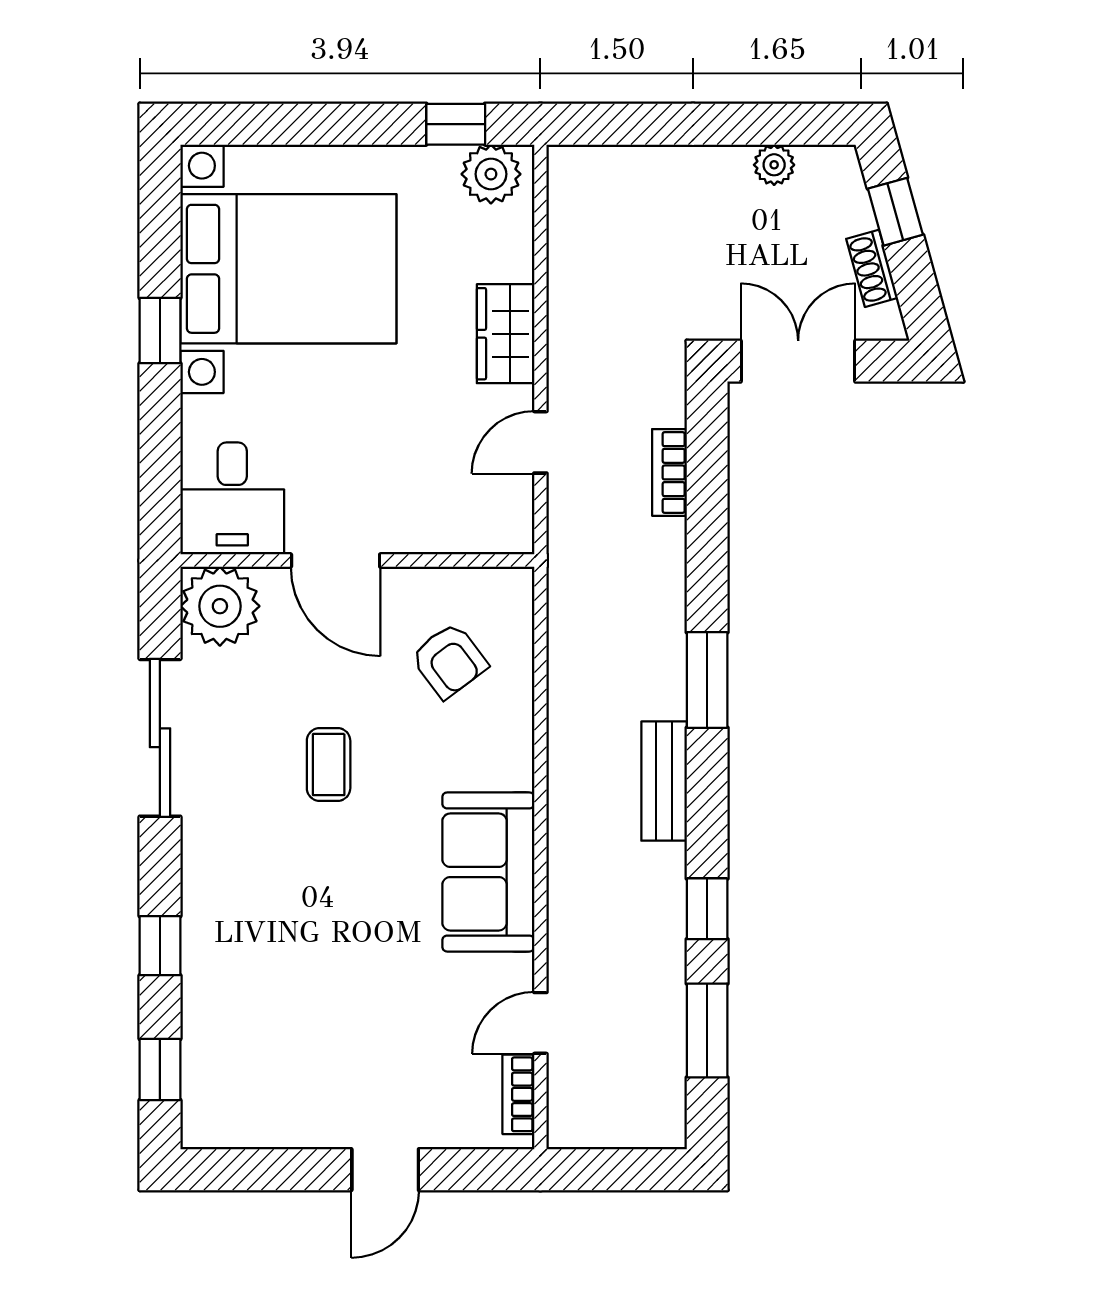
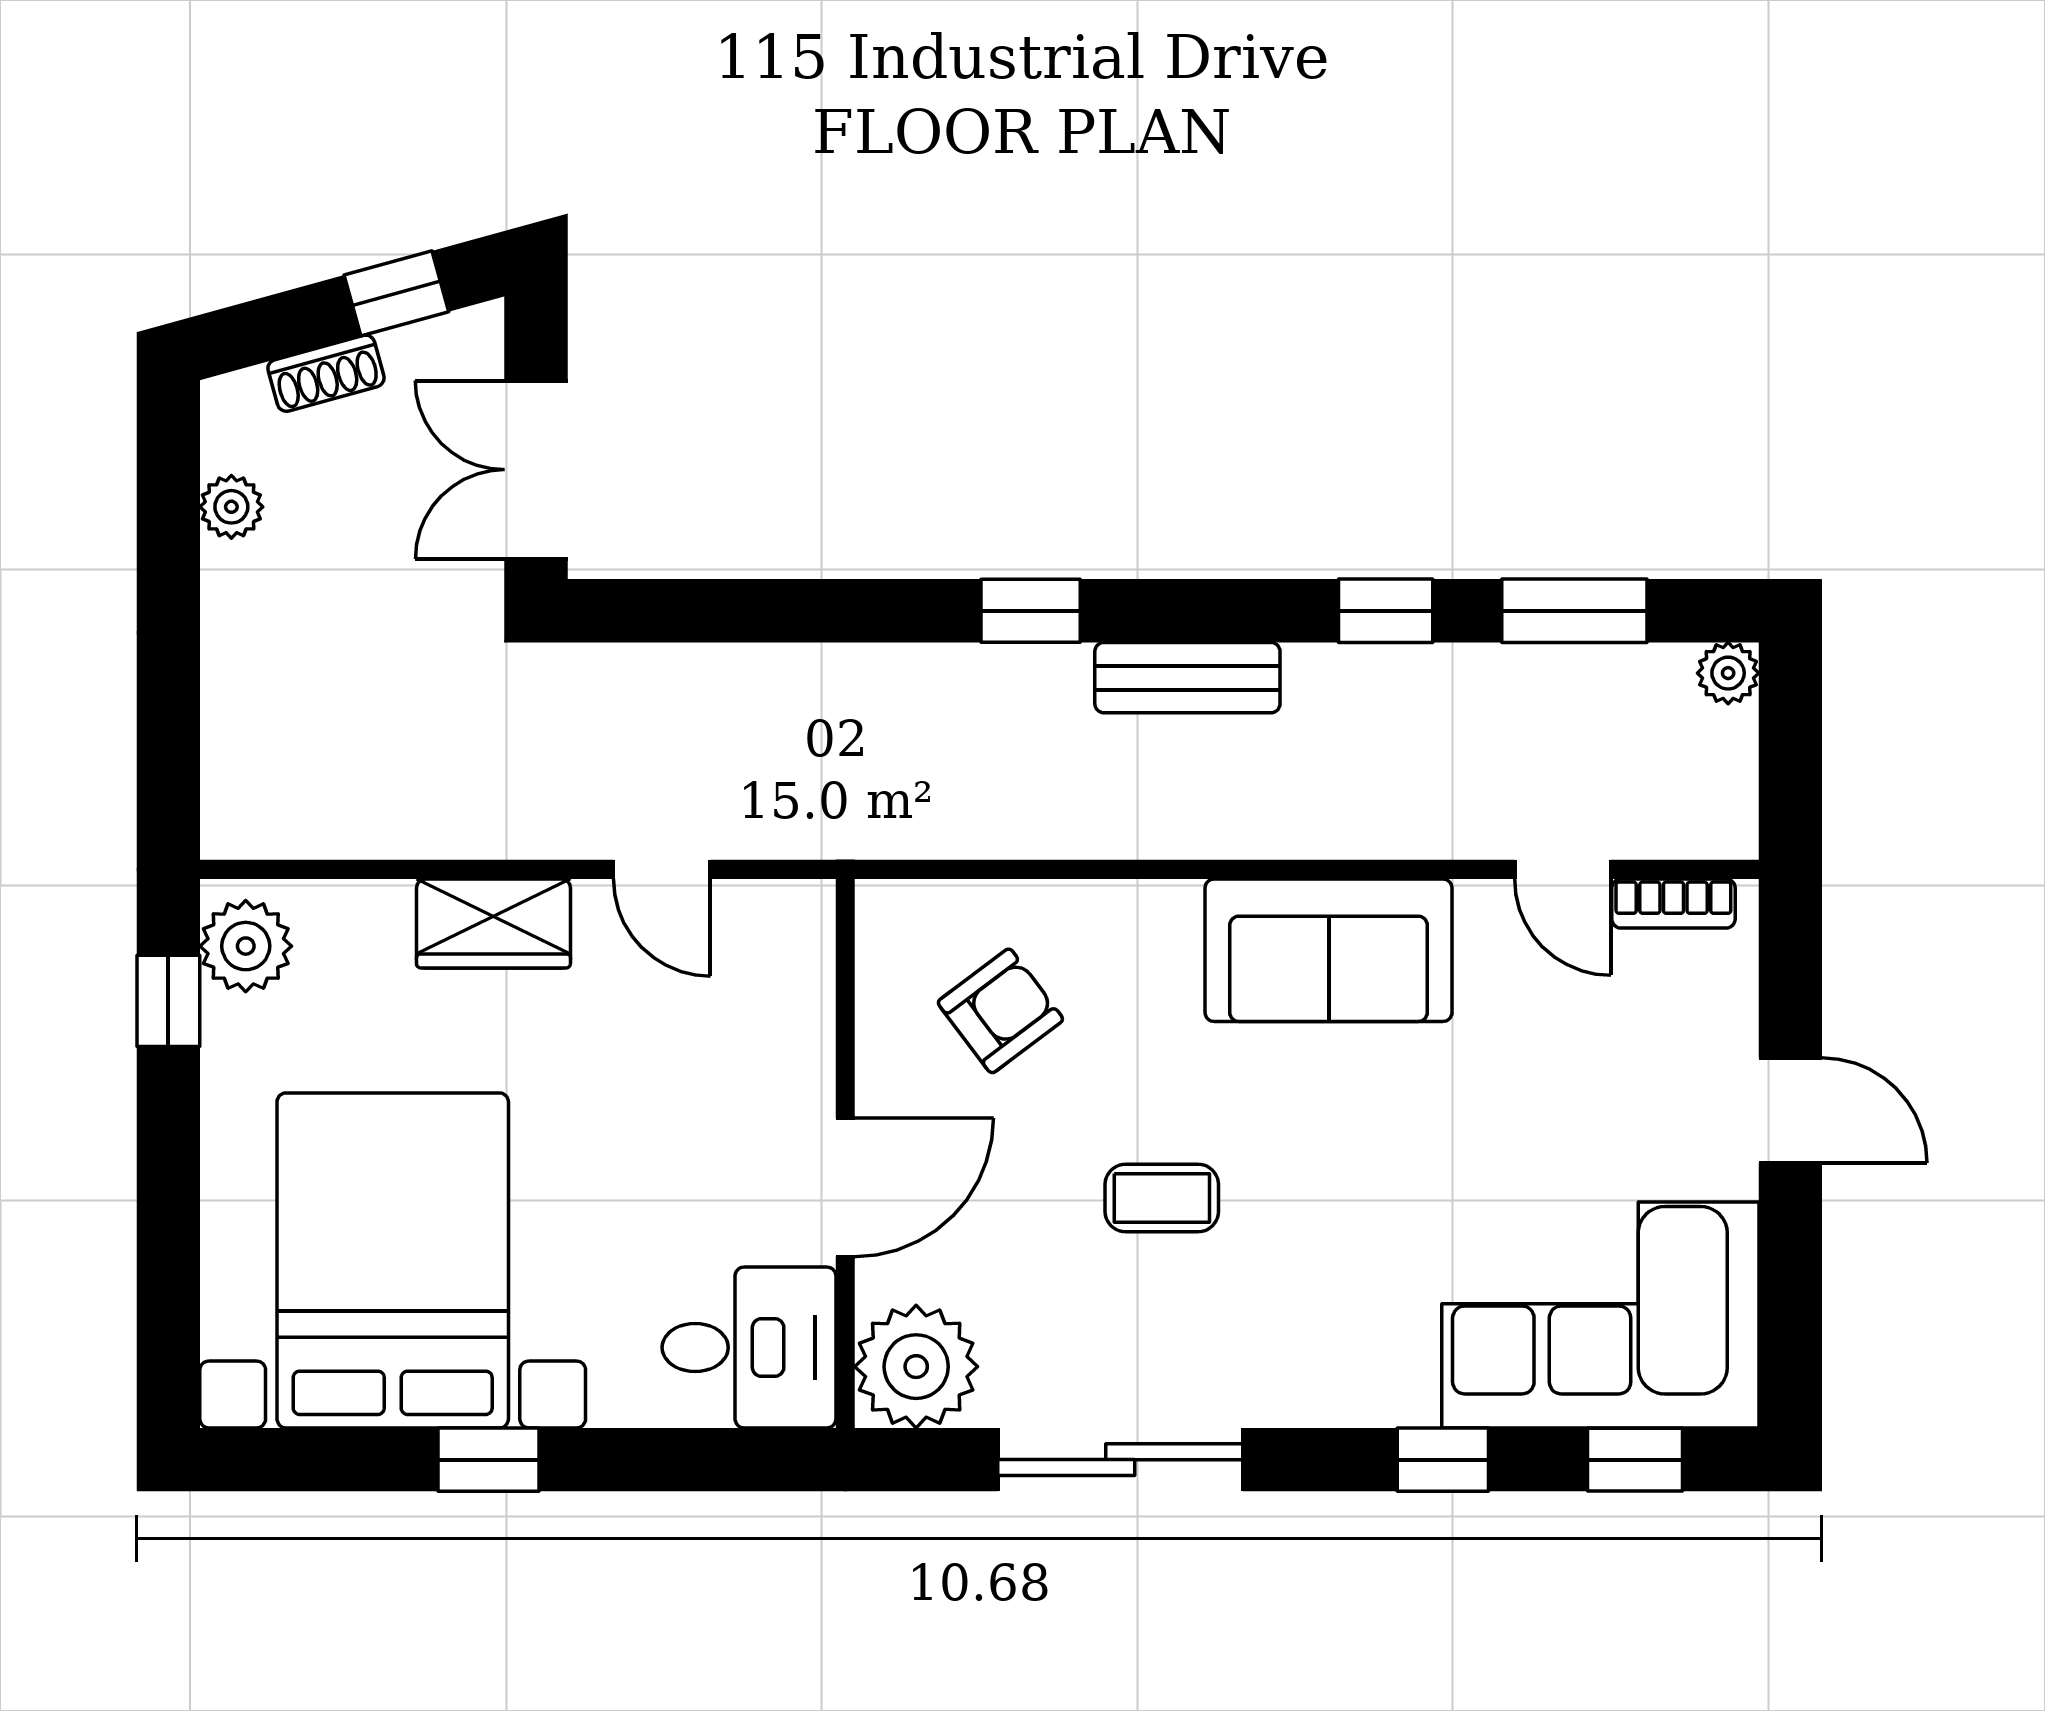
window: (895, 212) -> (396, 293), moved
shoe rack: (872, 268) -> (326, 373), moved
bookcase: (669, 472) -> (709, 669), removed
window: (707, 680) -> (1031, 611), width x0.67
corner sofa: (253, 1047) -> (1600, 1315), added
plant: (667, 1130) -> (1728, 673), added

